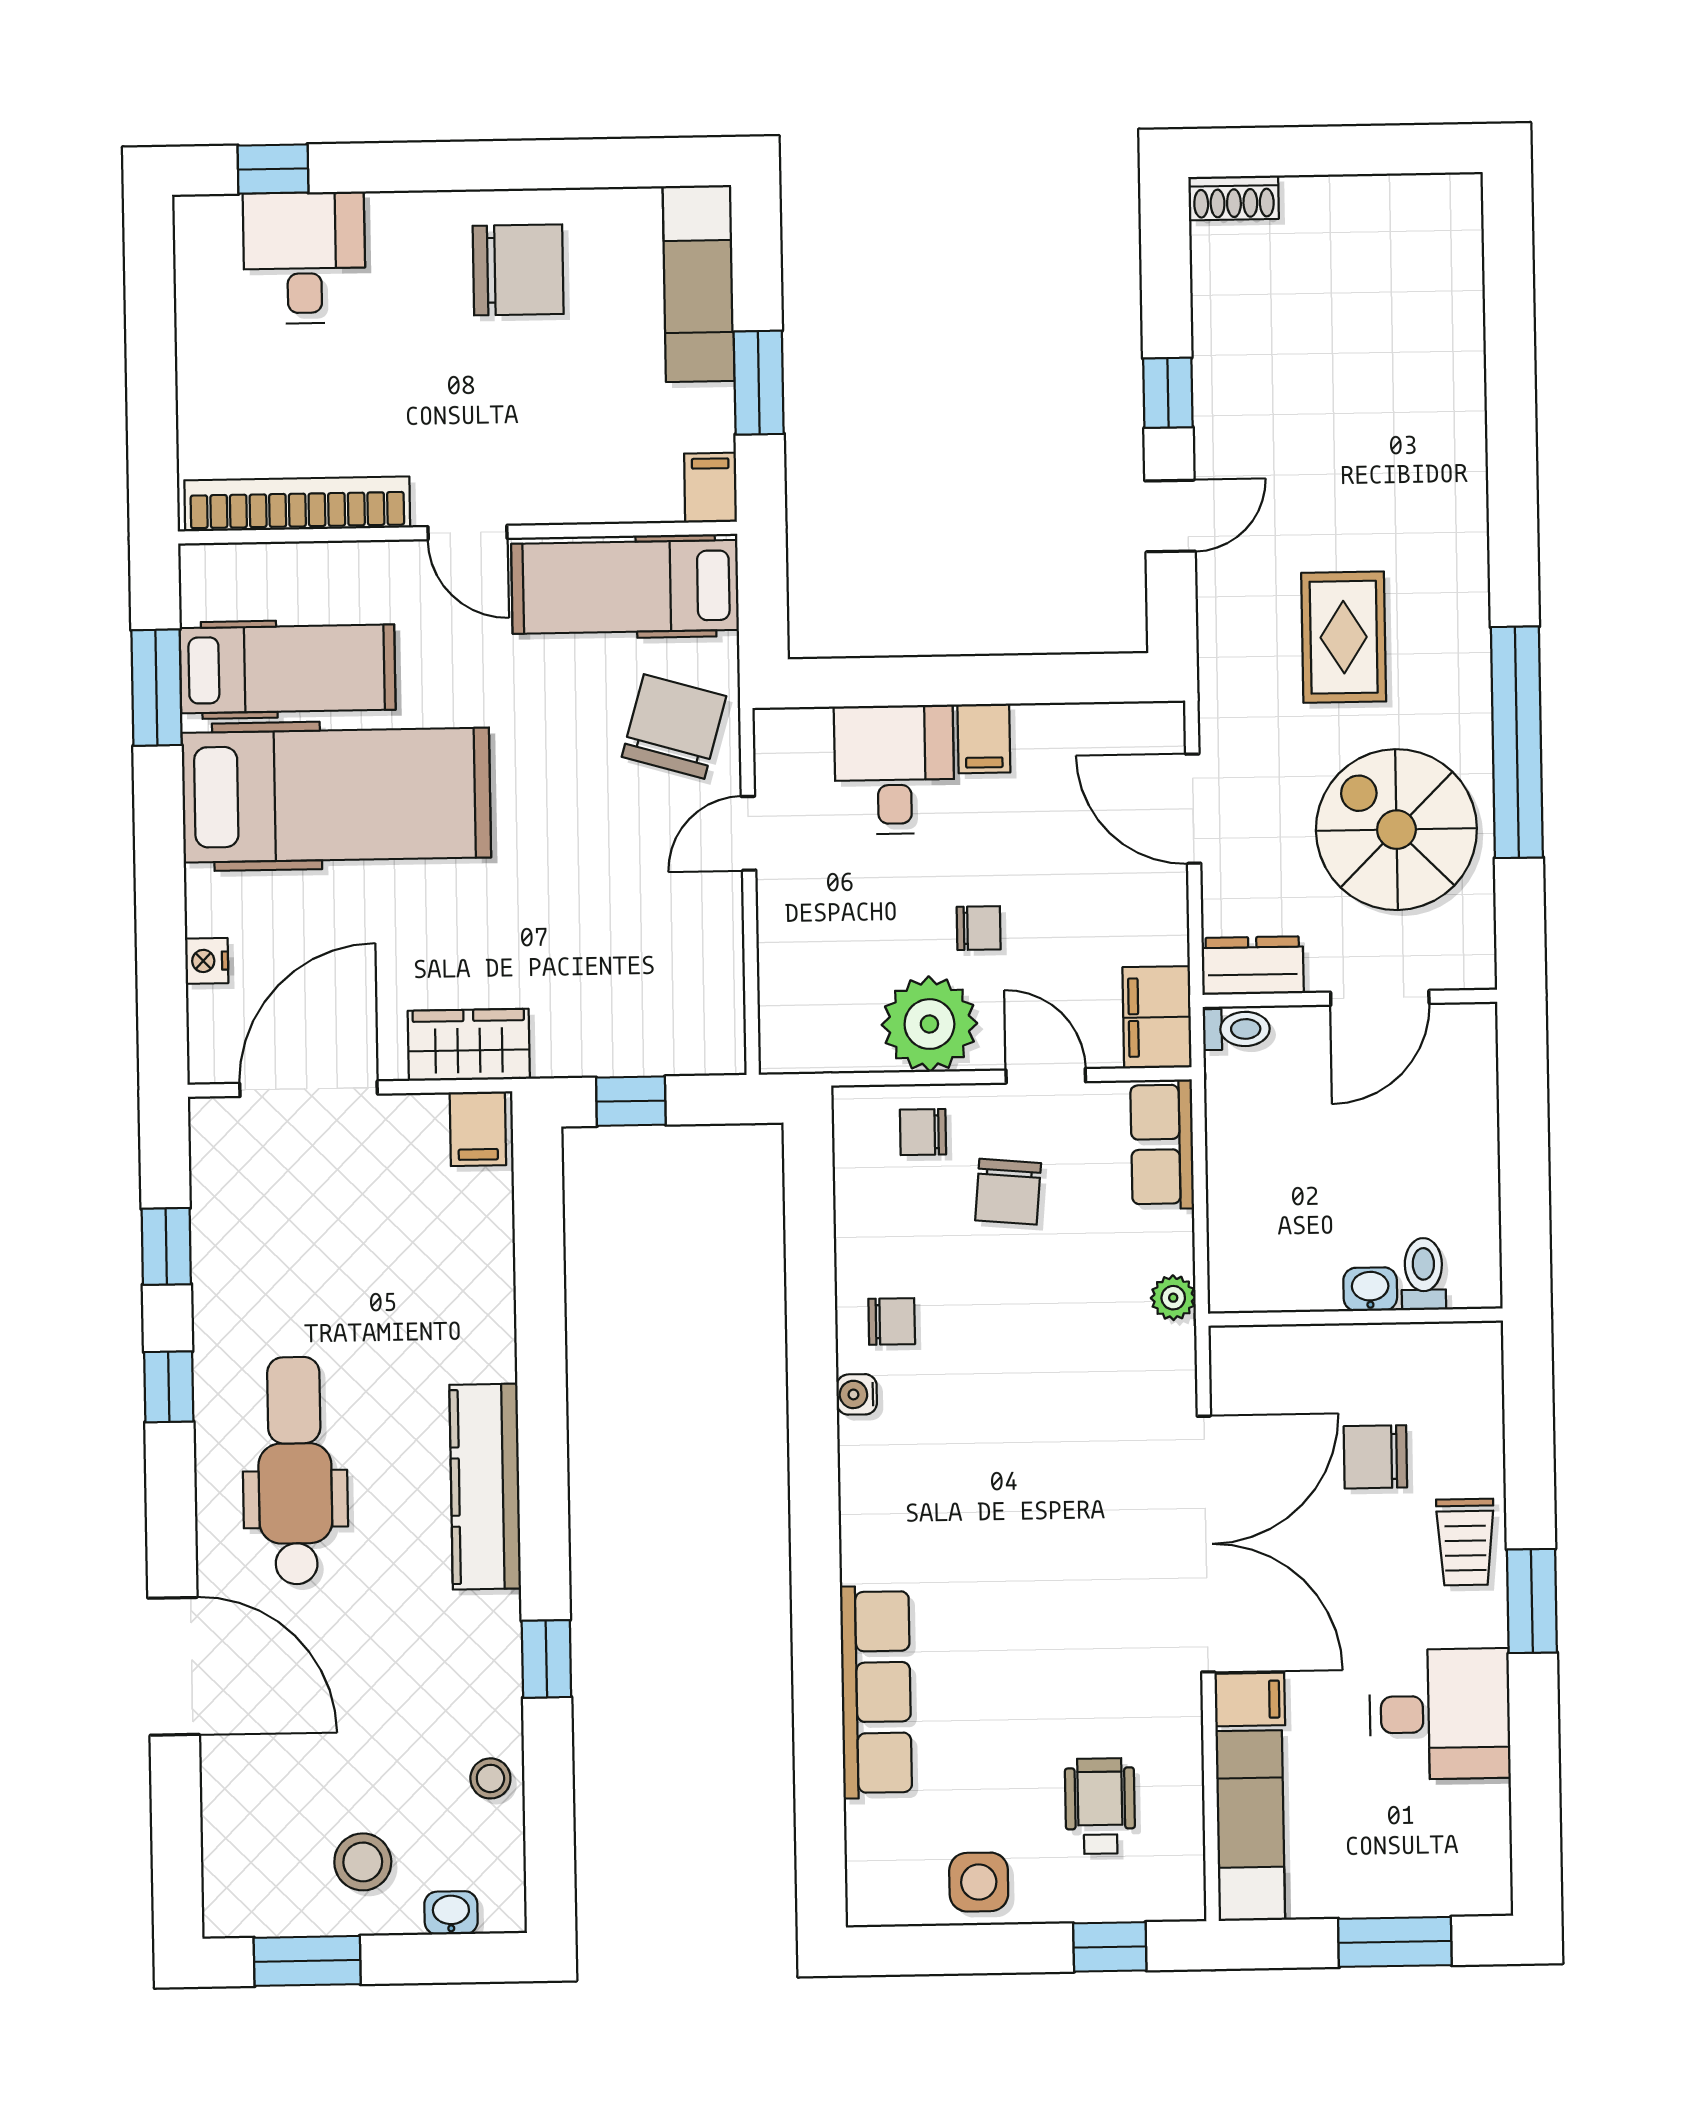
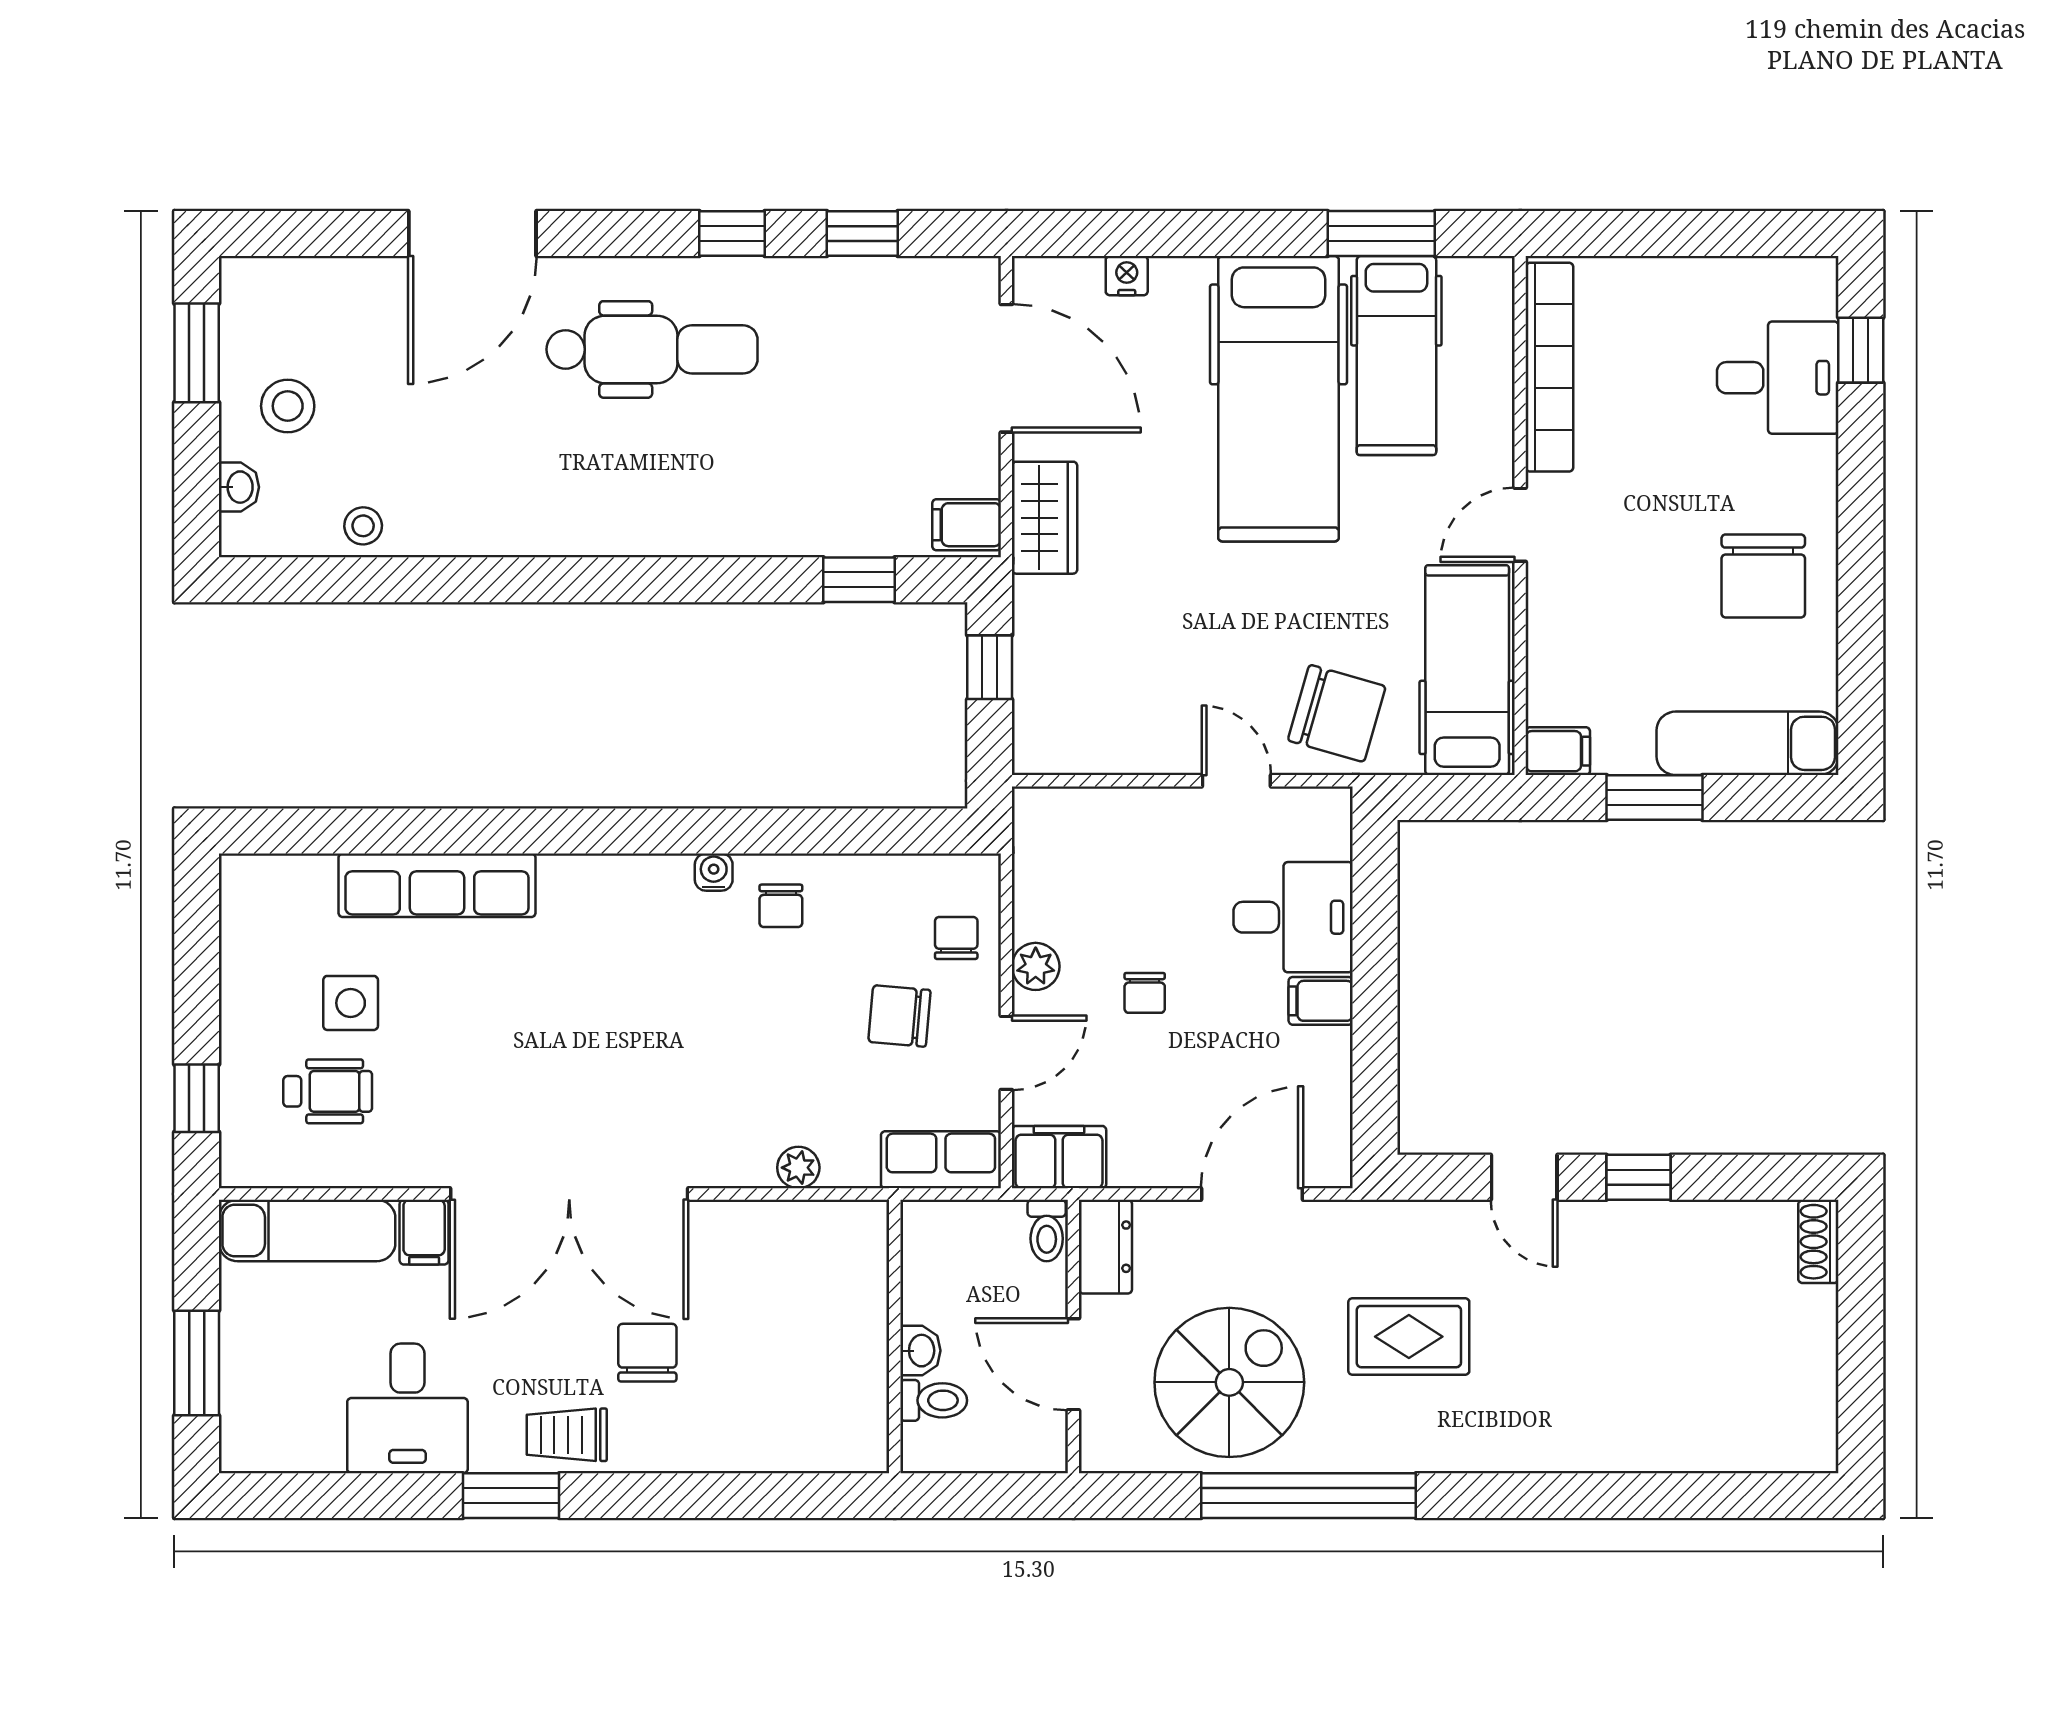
plant: (929, 1024) -> (1036, 966), width x0.53, depth x0.53
toilet: (1424, 1274) -> (934, 1400), moved
washbasin: (1370, 1289) -> (920, 1351), moved
wall: (1355, 1317) -> (895, 1336), moved
kitchen counter: (485, 1487) -> (634, 526), removed
window: (546, 1659) -> (859, 580), moved
side table: (979, 1882) -> (351, 1003), moved

